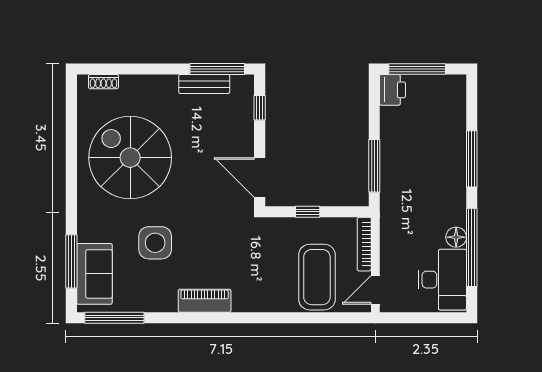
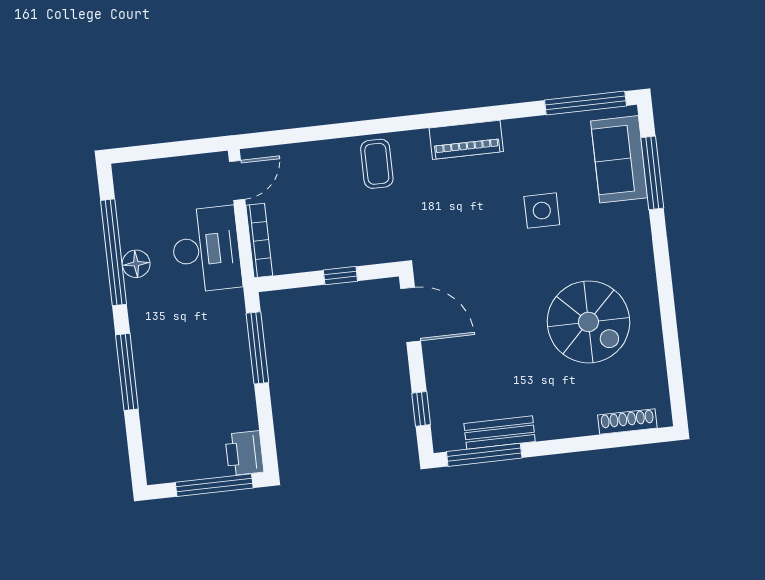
shoe rack: (103, 82) -> (627, 421), width x1.43
spiral stairs: (130, 158) -> (588, 322), width x0.73, depth x0.73
side table: (155, 243) -> (542, 211), width x0.73, depth x0.73
coffee table: (317, 277) -> (377, 164), moved, width x0.54, depth x0.58
desk: (442, 280) -> (206, 249), moved, turned 180

